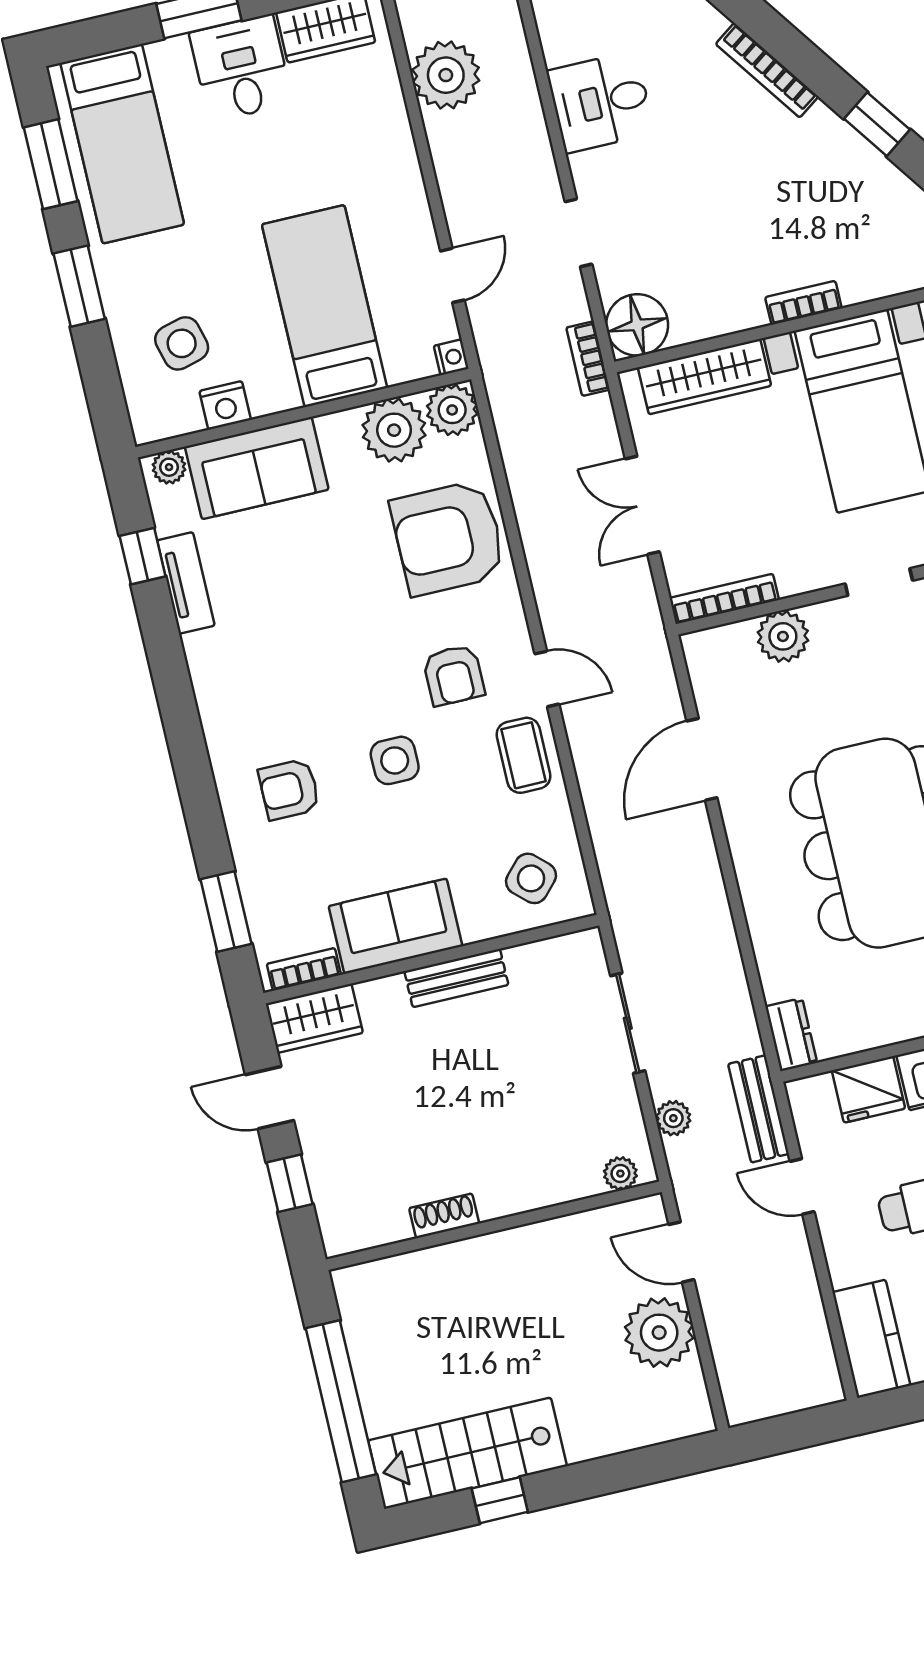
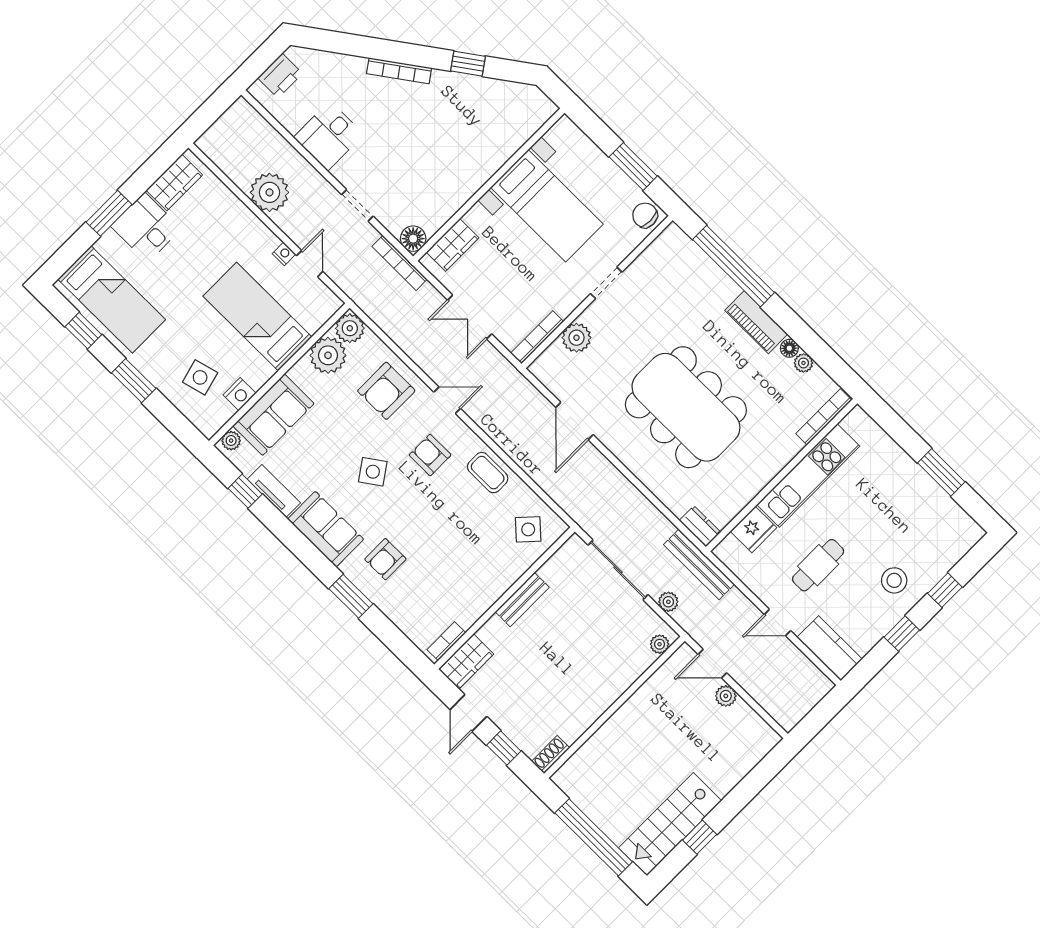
plant: (446, 75) -> (270, 192), moved
window: (51, 164) -> (83, 331), width x0.67
bookcase: (803, 303) -> (486, 171), removed
floor lamp: (637, 325) -> (413, 239), width x0.73, depth x0.73
nightstand: (451, 357) -> (284, 254), moved
bookcase: (588, 359) -> (400, 263), width x1.56
wardrobe: (705, 377) -> (453, 245), width x0.67
armchair: (448, 538) -> (386, 391), width x0.73, depth x0.73
armchair: (454, 675) -> (430, 455), turned 180
door: (547, 679) -> (447, 400), moved
side table: (395, 760) -> (373, 472), moved, turned -35
window: (226, 912) -> (351, 596), moved
sofa: (396, 926) -> (326, 529), moved, turned 90
sliding door: (628, 1023) -> (618, 570), width x1.37
door: (270, 1098) -> (468, 713), hinge flipped
bench: (759, 1109) -> (699, 564), width x1.36
door: (802, 1186) -> (778, 623), moved
shoe rack: (444, 1216) -> (551, 755), moved
plant: (659, 1333) -> (726, 696), width x0.53, depth x0.53

